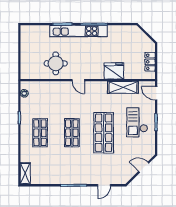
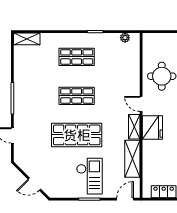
fridge: (114, 71) -> (152, 127), moved
door: (78, 80) -> (141, 104), hinge flipped
shelving: (97, 86) -> (134, 127), added
checkout: (137, 122) -> (89, 176), turned 90
door: (144, 167) -> (34, 184), swing flipped

